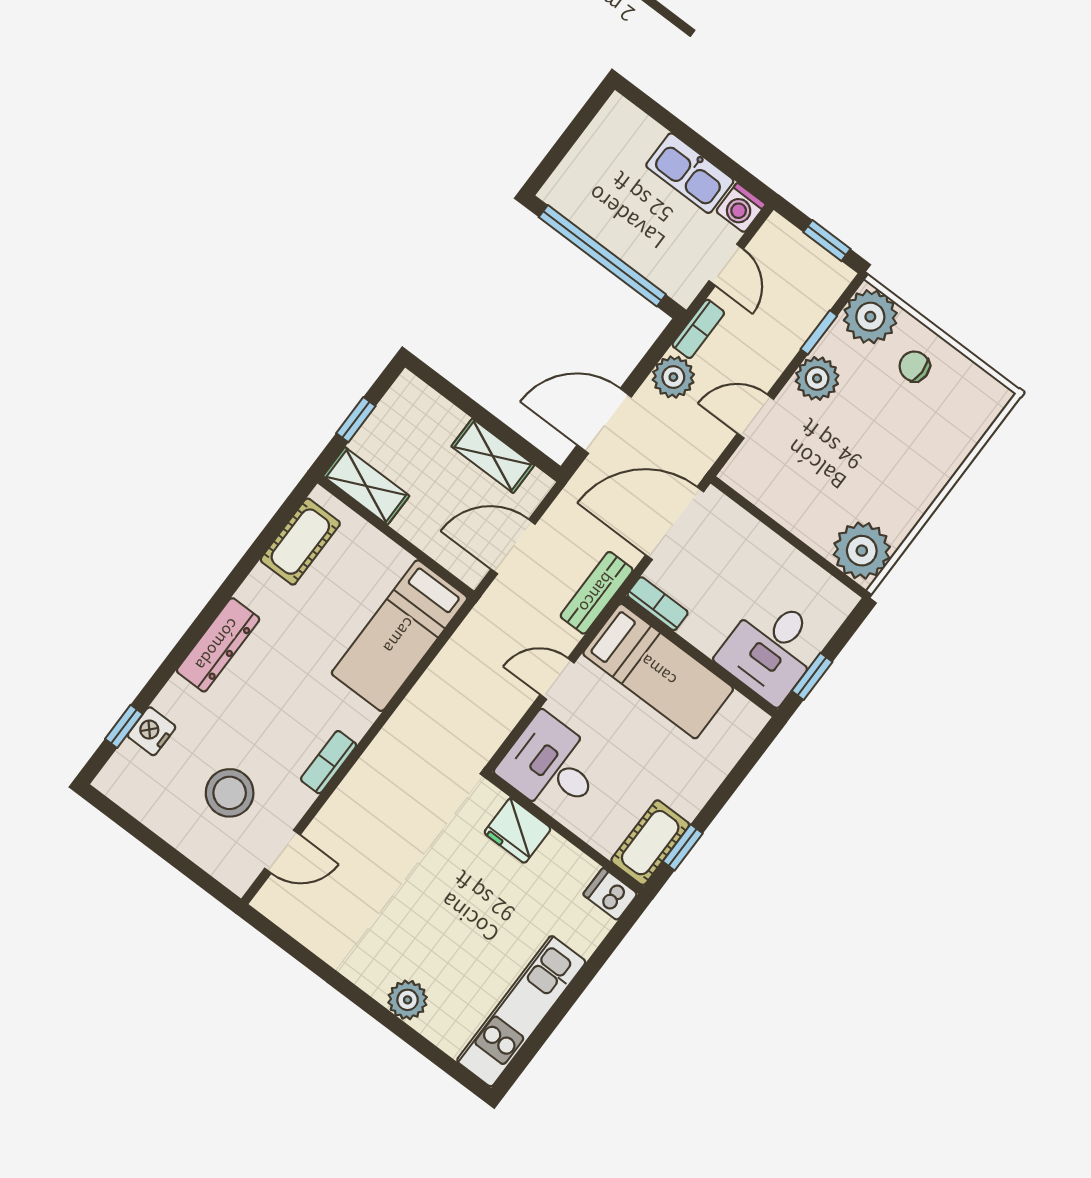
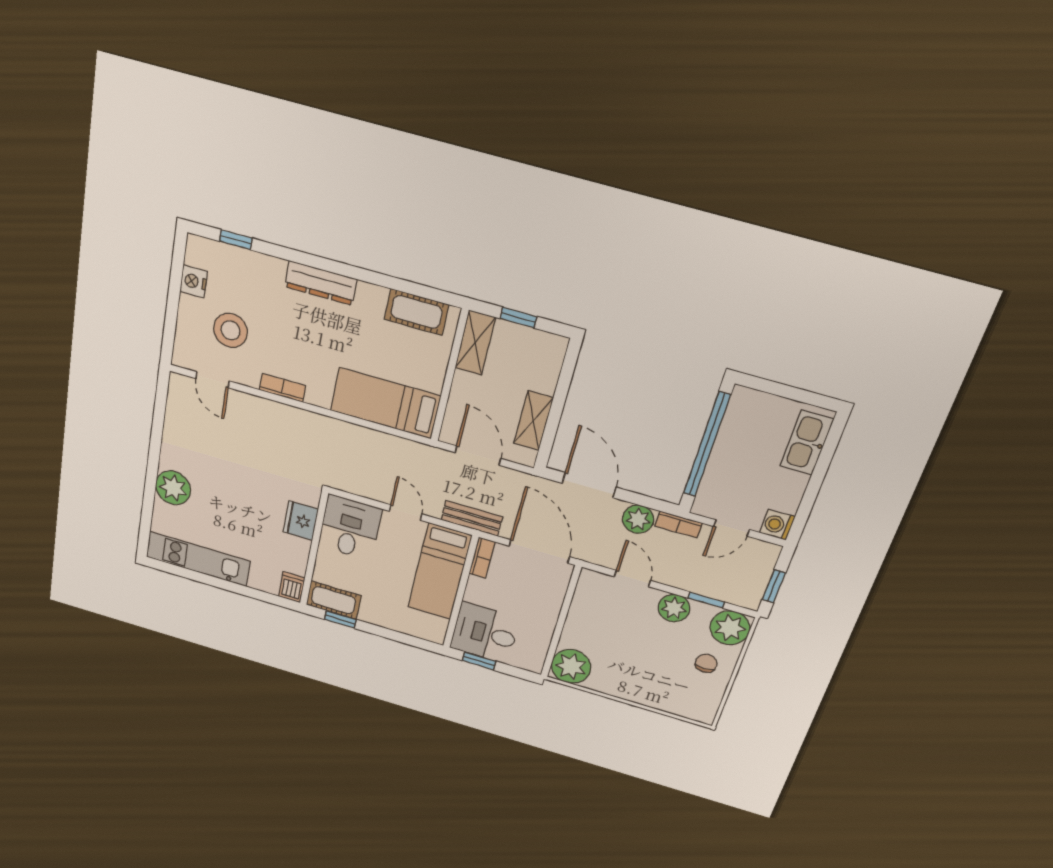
kitchen sink: (690, 173) -> (807, 443), moved
nightstand: (152, 731) -> (194, 281), moved, turned -90
plant: (408, 1000) -> (173, 488), width x1.36, depth x1.36

